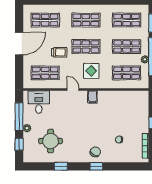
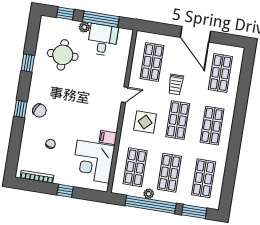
filing cabinet: (93, 97) -> (108, 138), moved
desk: (39, 102) -> (103, 40), moved, turned -90
corner desk: (127, 105) -> (93, 162), added

